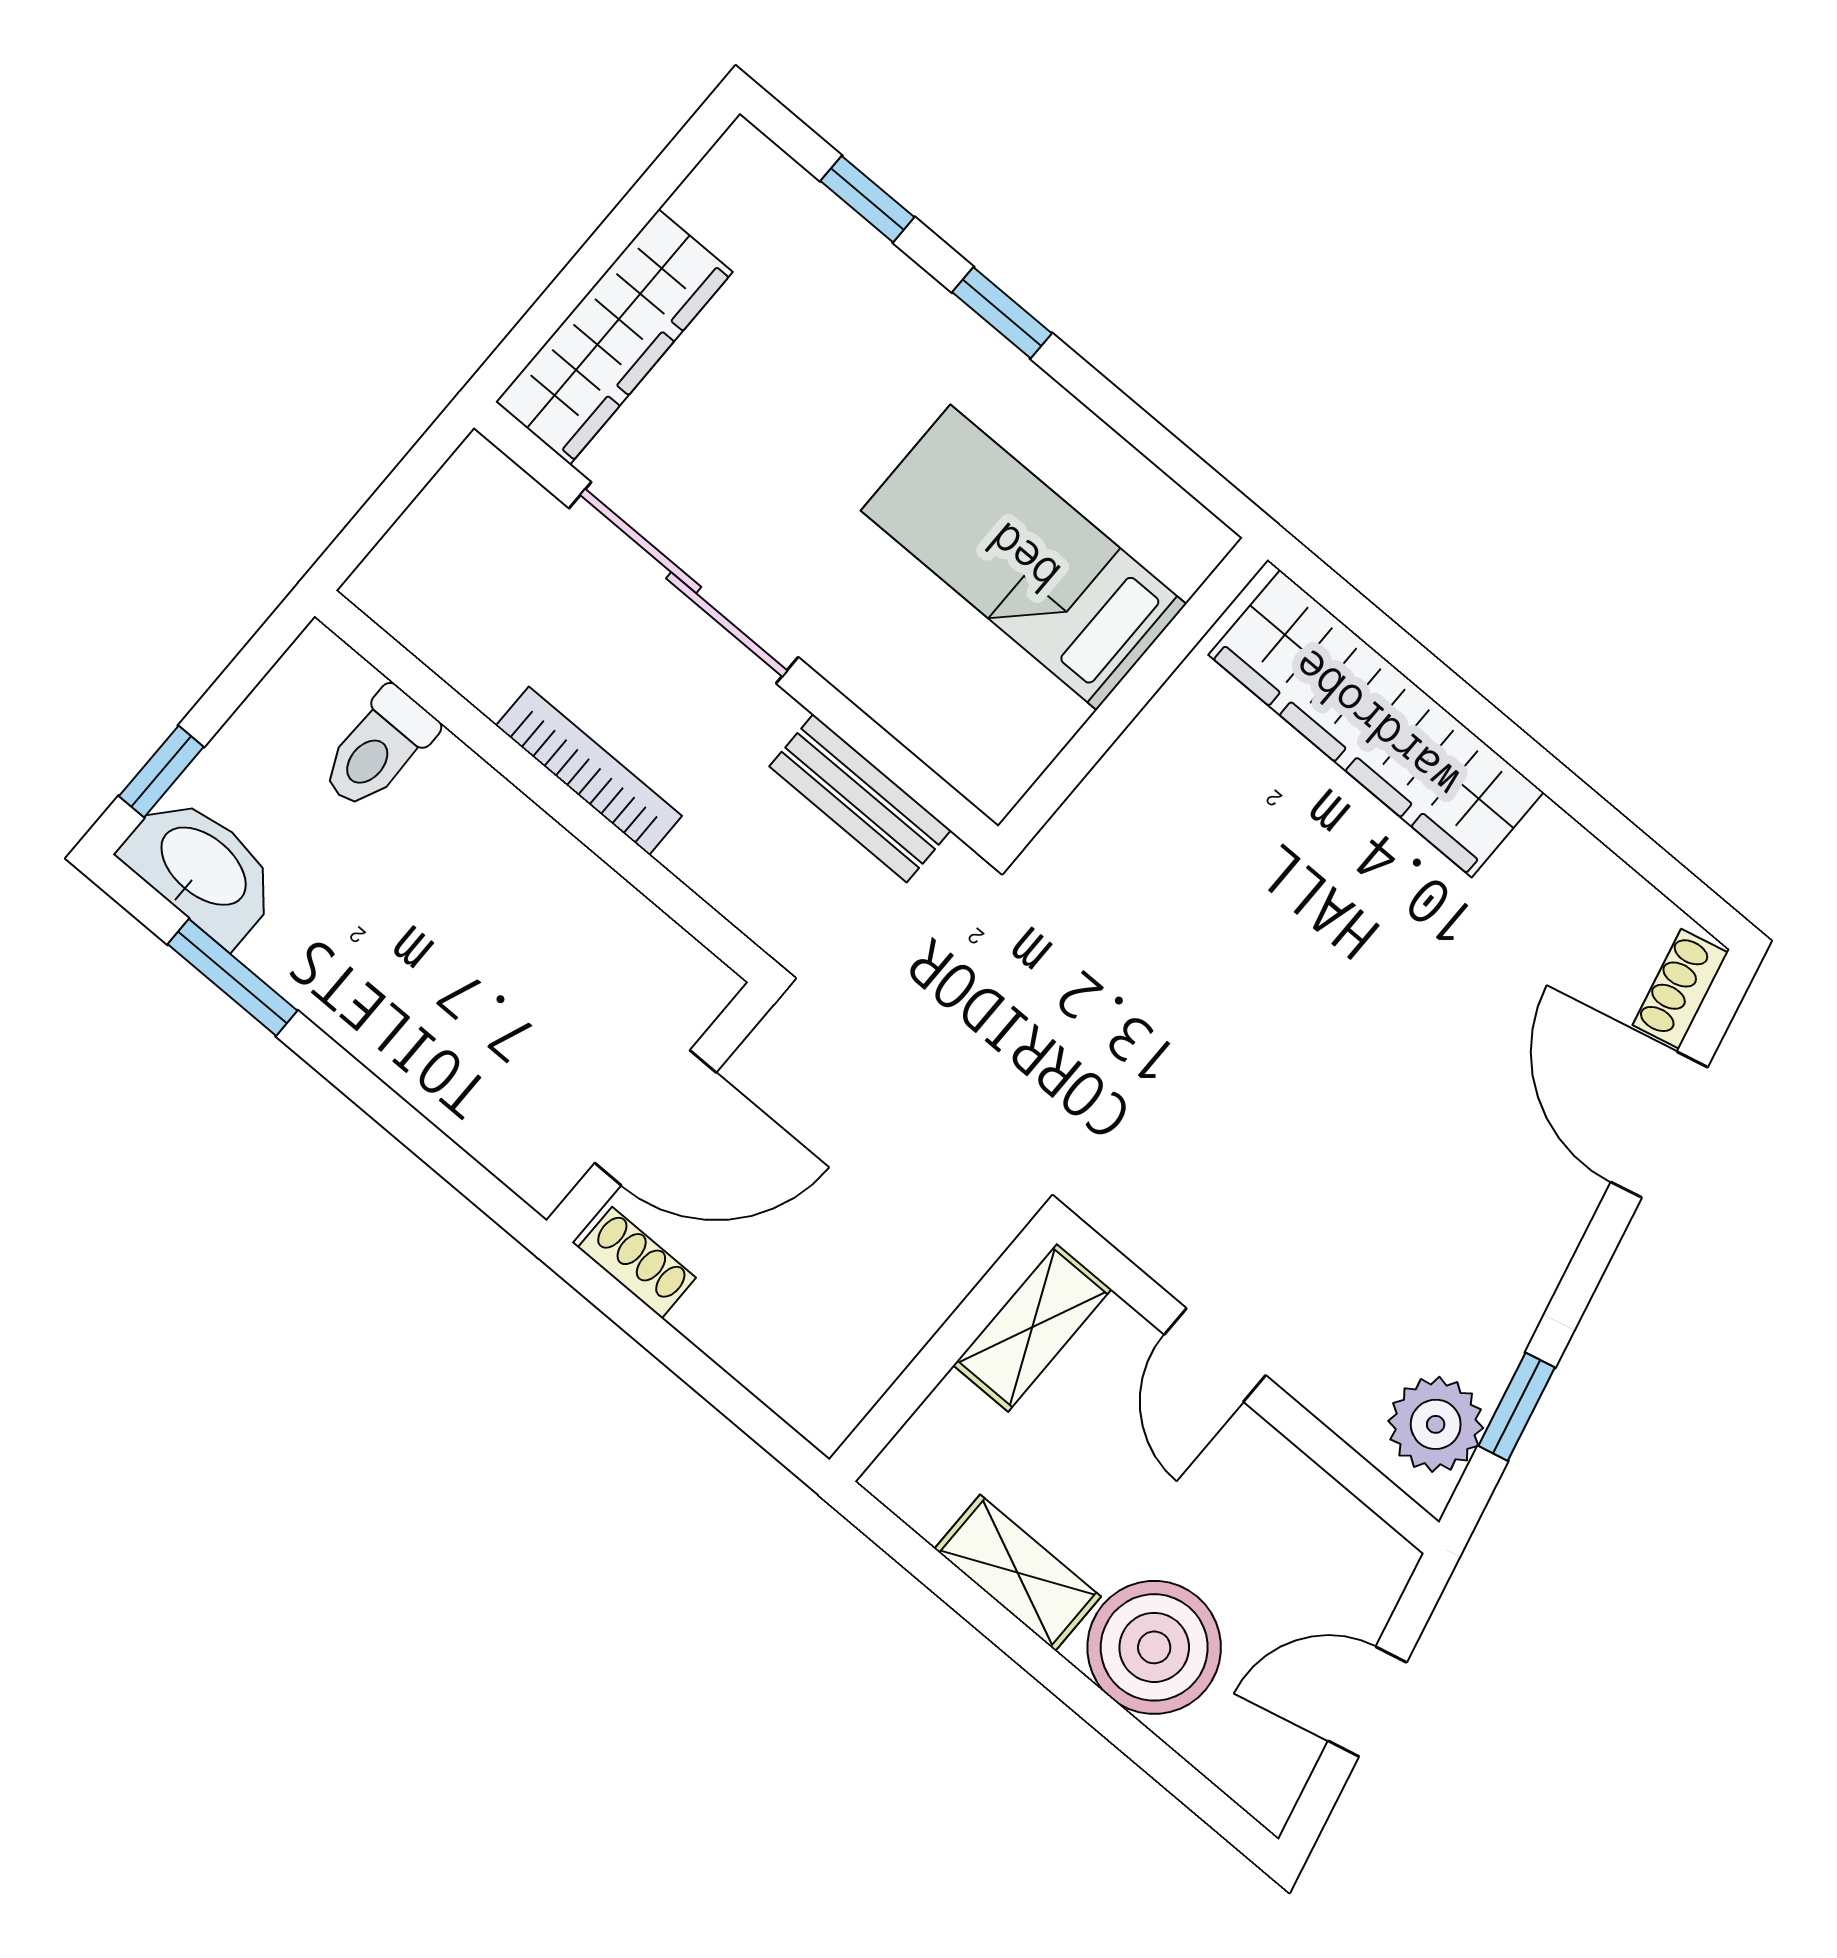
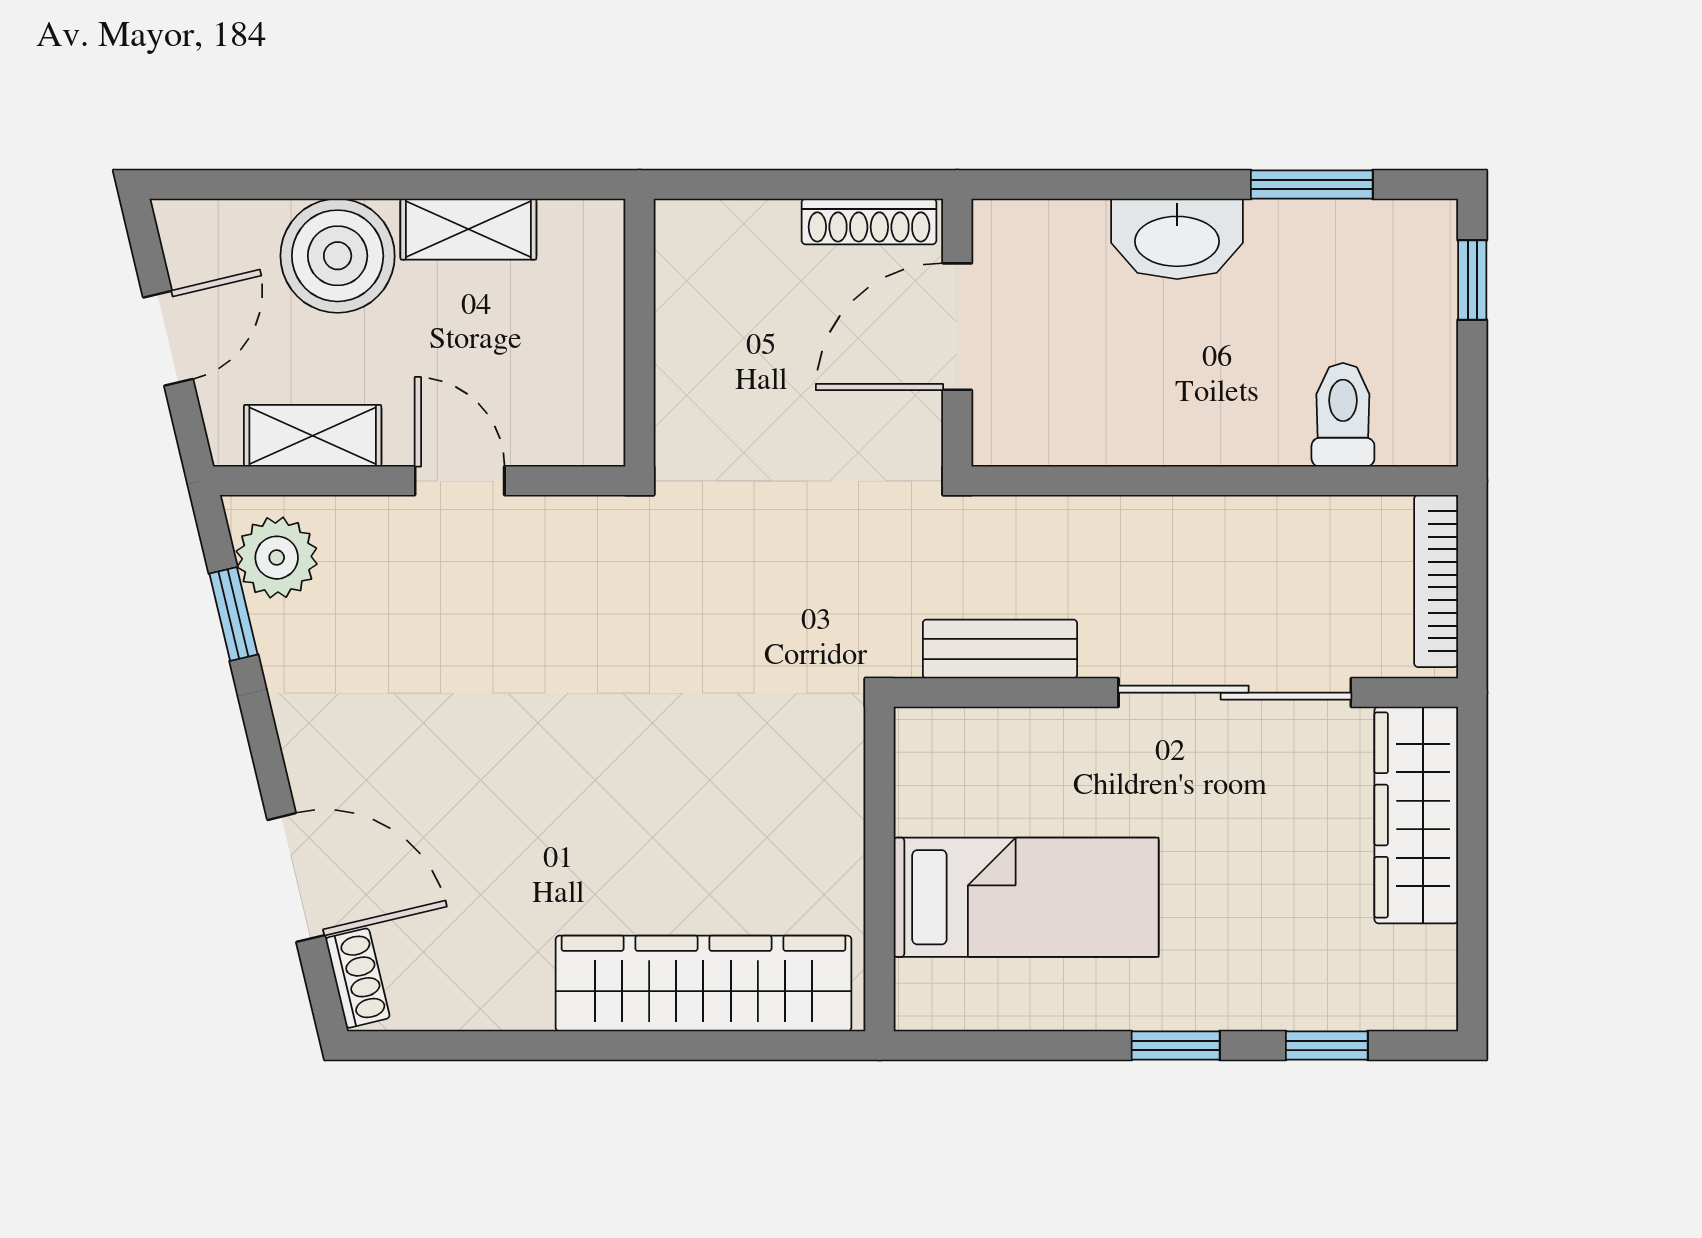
bookcase: (589, 771) -> (1436, 581), moved, turned 90
washbasin: (202, 868) -> (1177, 239), moved
shoe rack: (637, 1263) -> (869, 221), width x1.43
shelving: (1032, 1327) -> (313, 436), moved, turned 90

